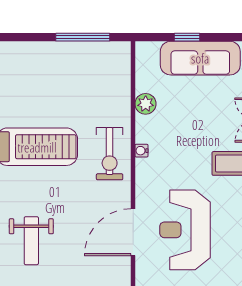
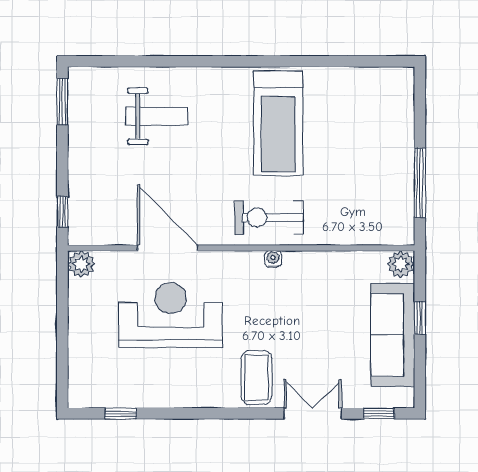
plant: (146, 104) -> (401, 264), moved
weight bench: (31, 241) -> (157, 116), turned 180

